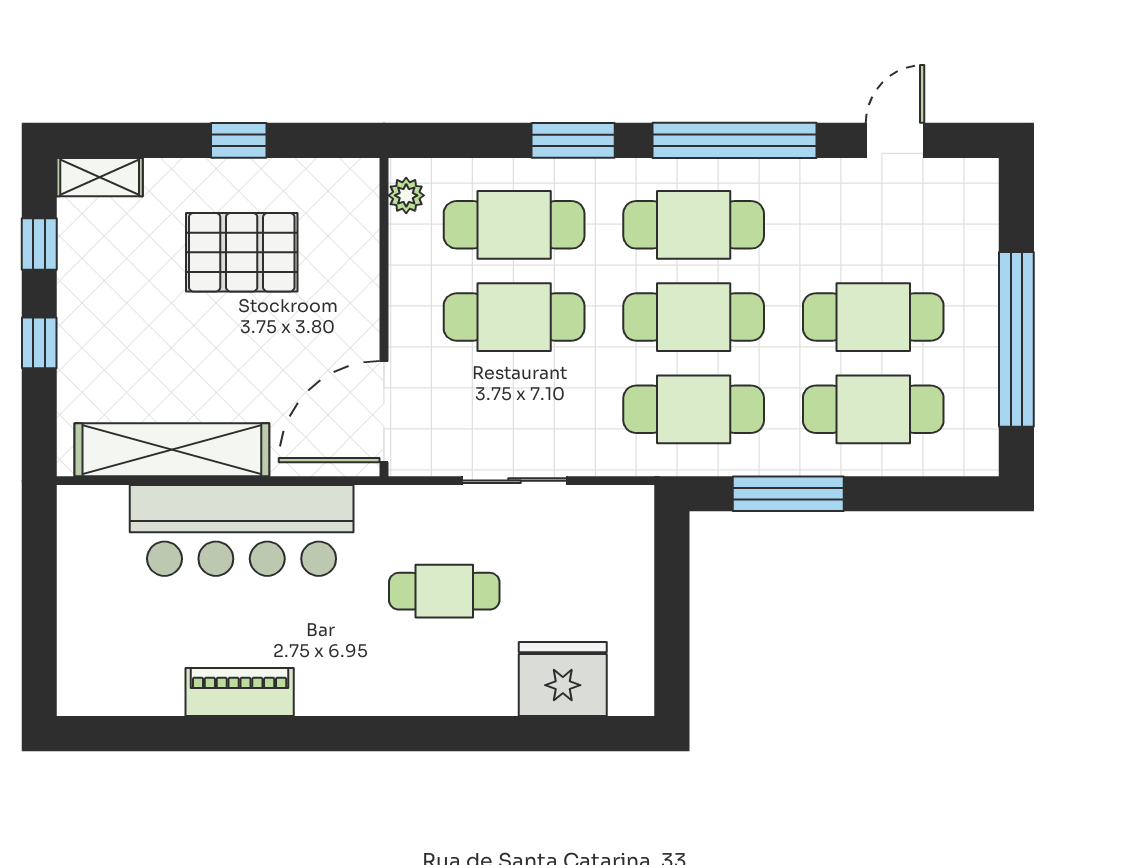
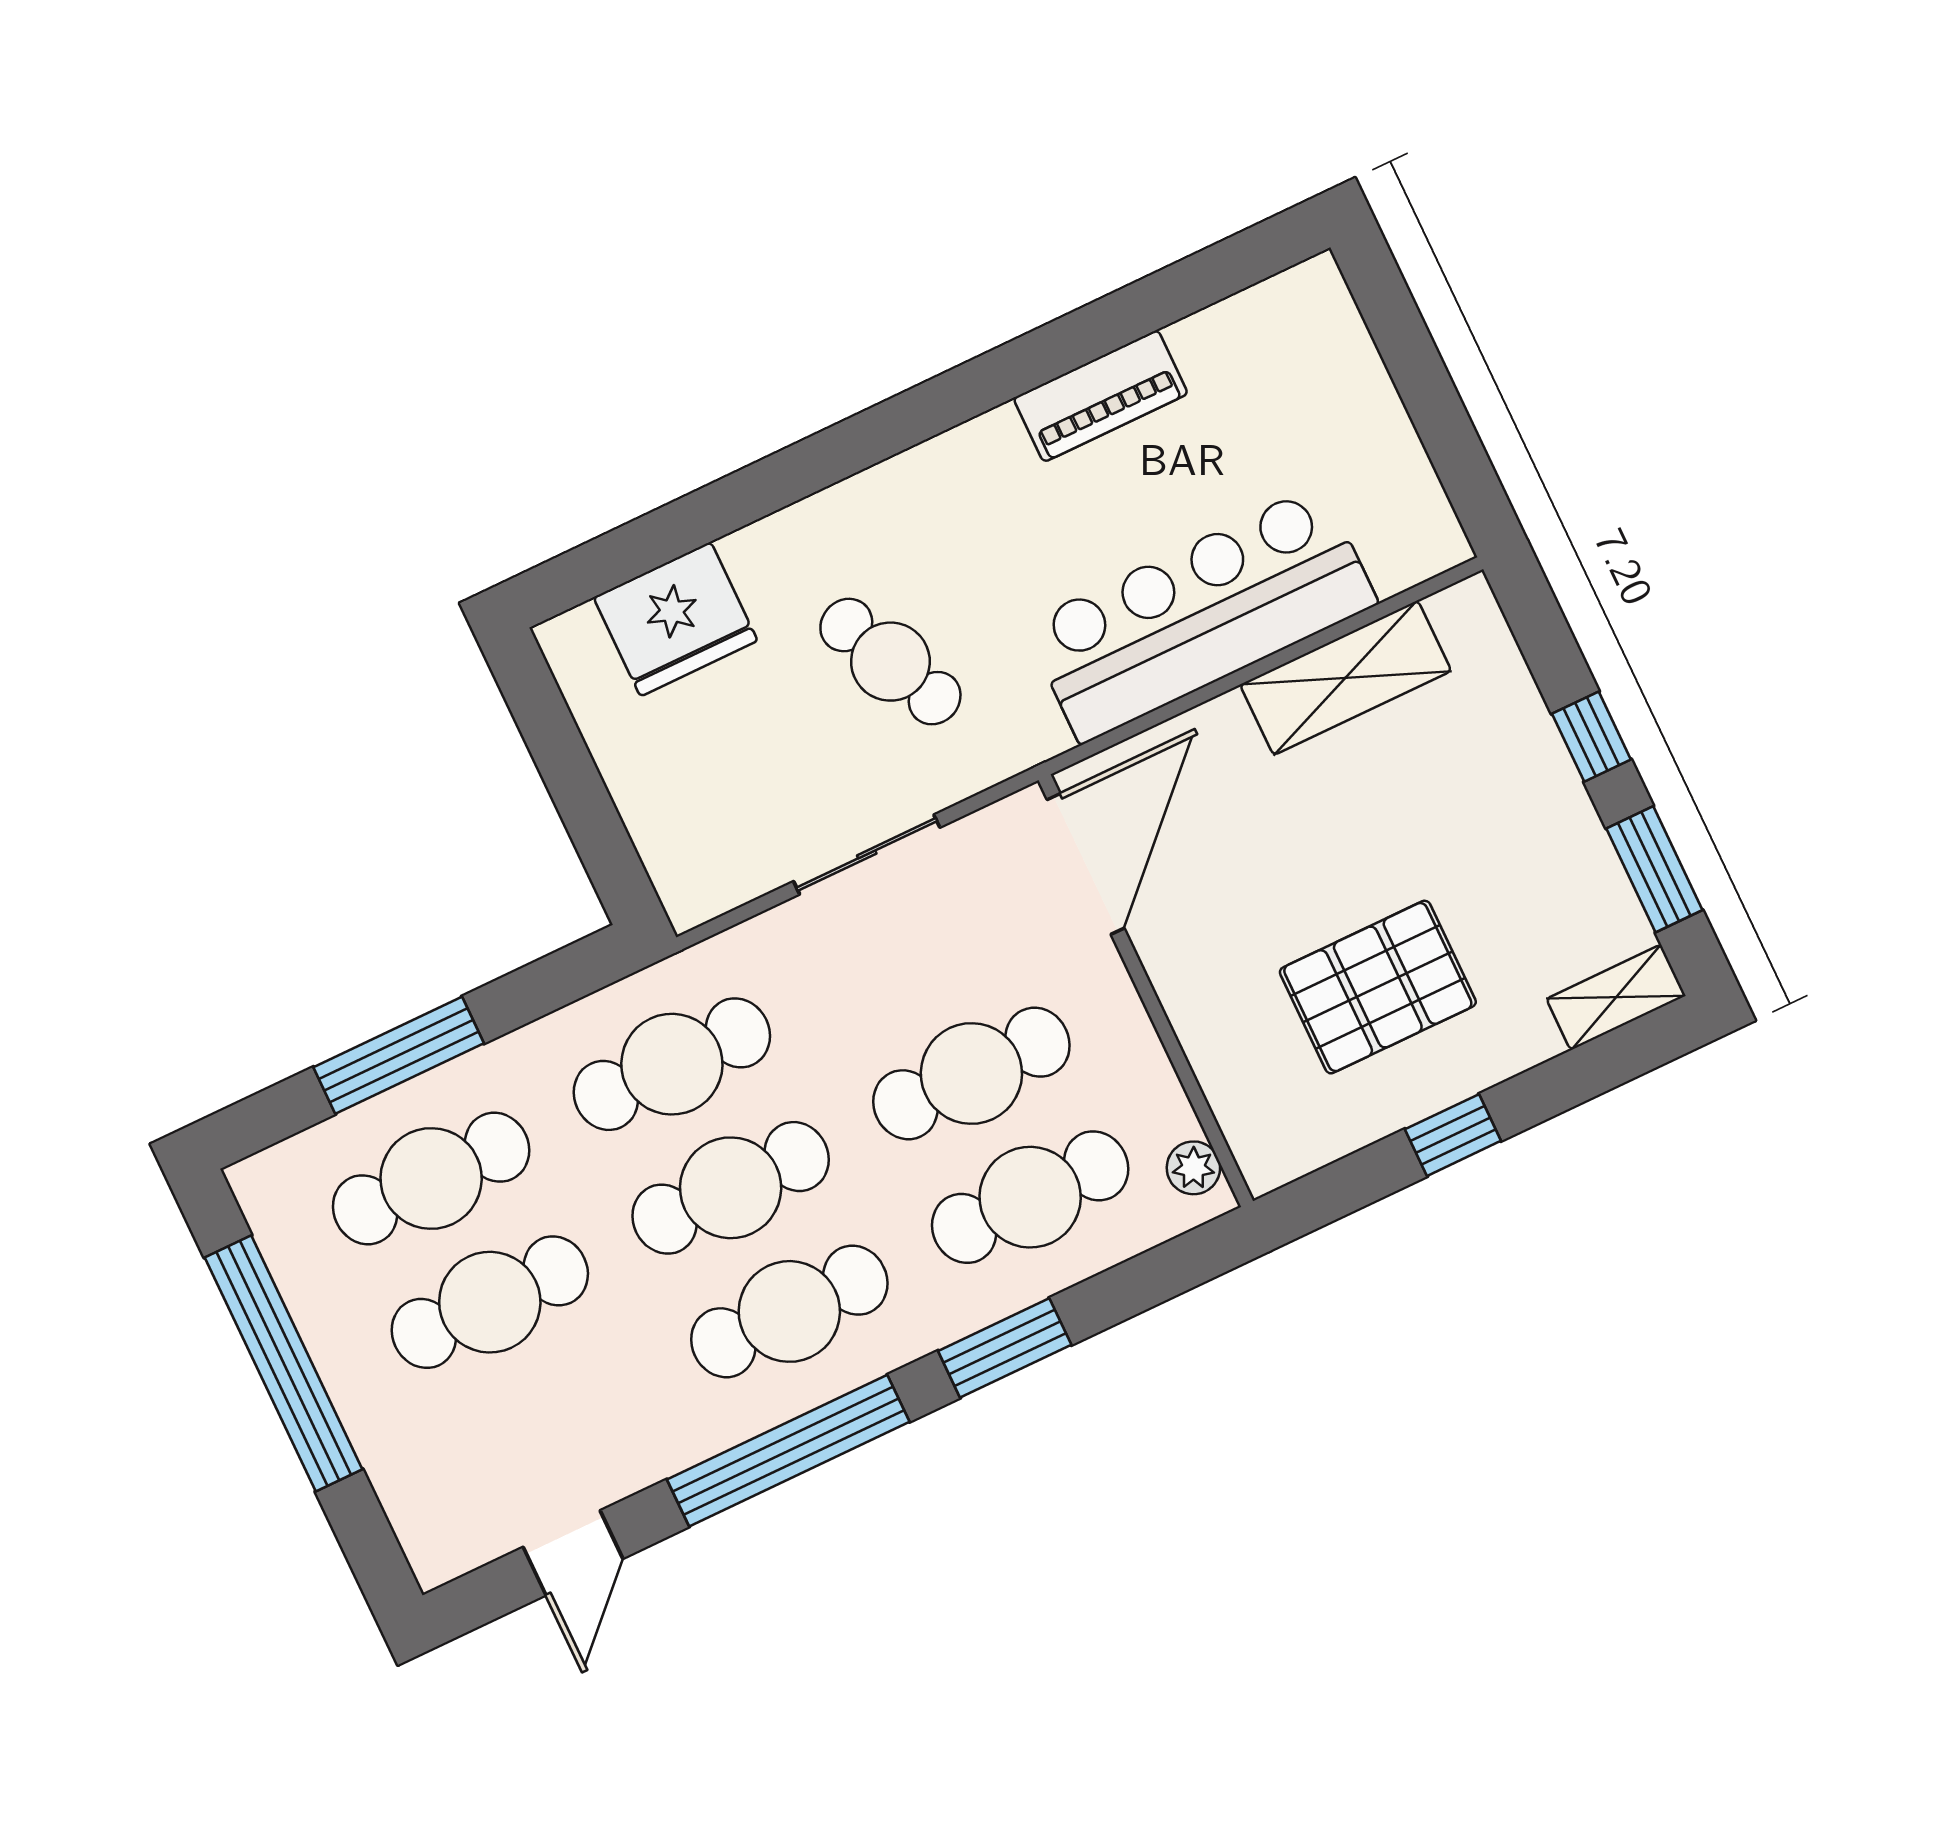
window: (39, 244) -> (1654, 869), width x1.50
shelving: (172, 450) -> (1346, 678), width x0.68
window: (788, 494) -> (399, 1055), moved
cafe table: (444, 591) -> (890, 662), turned 65

